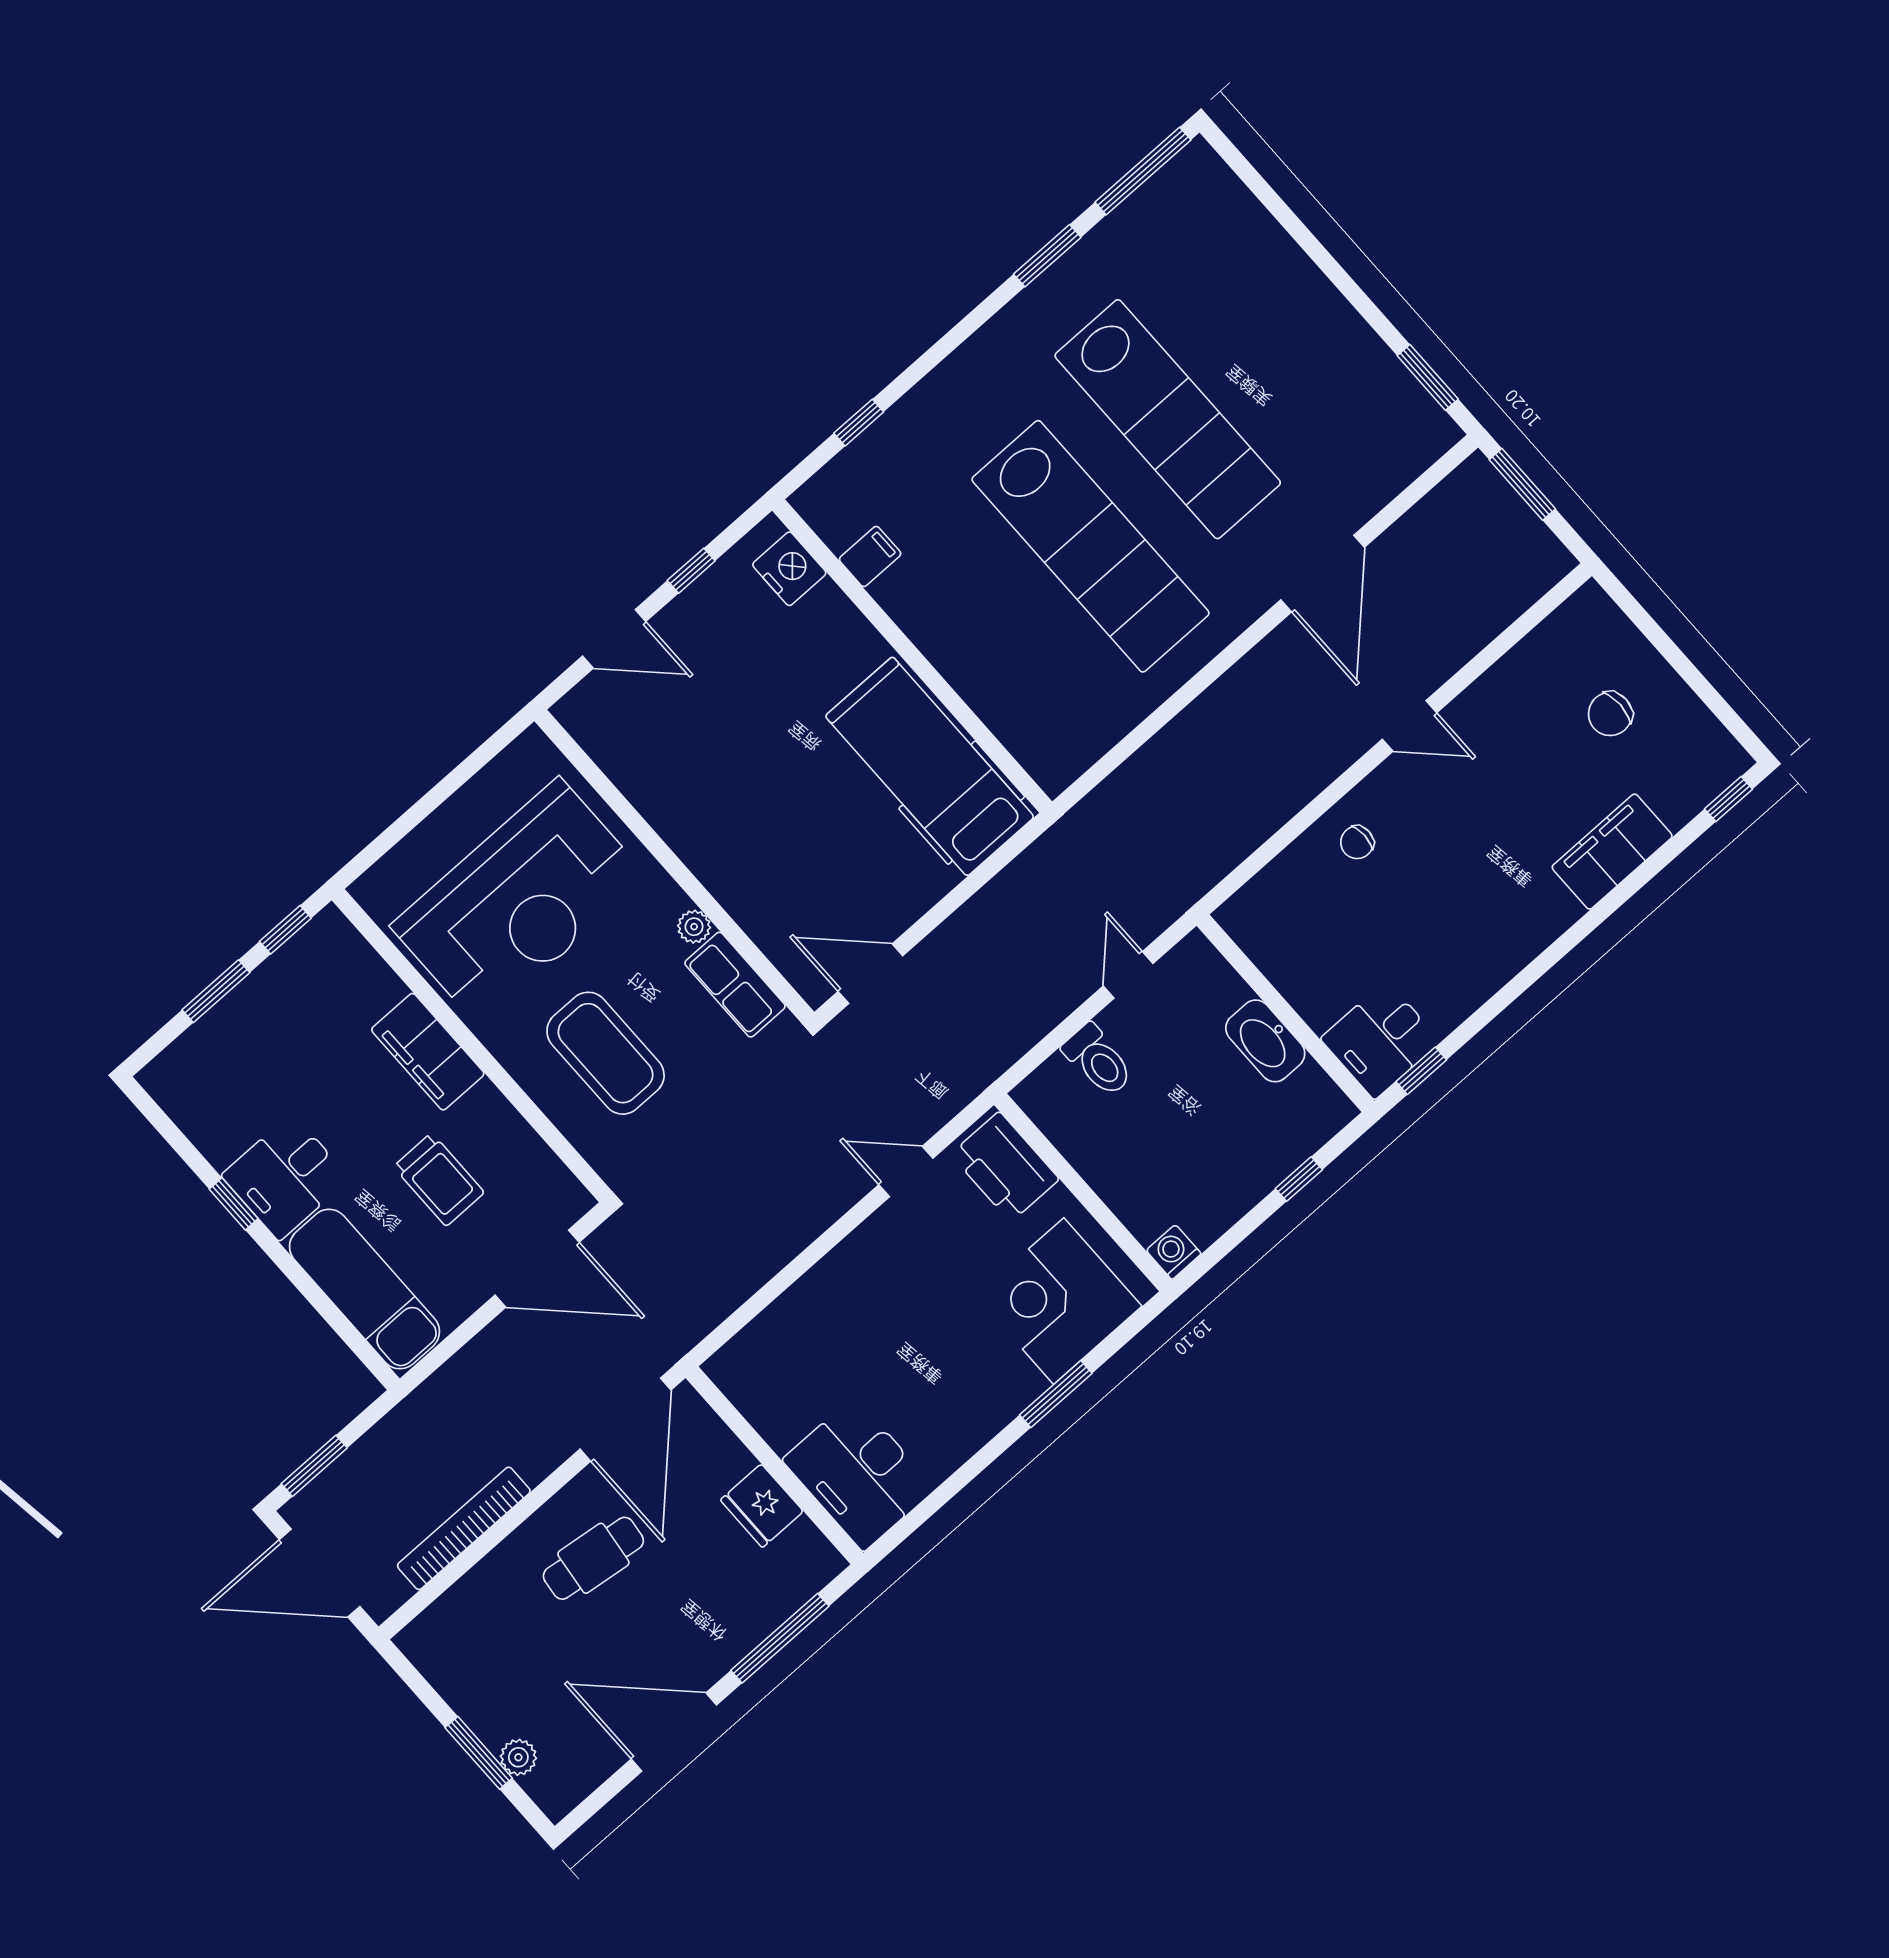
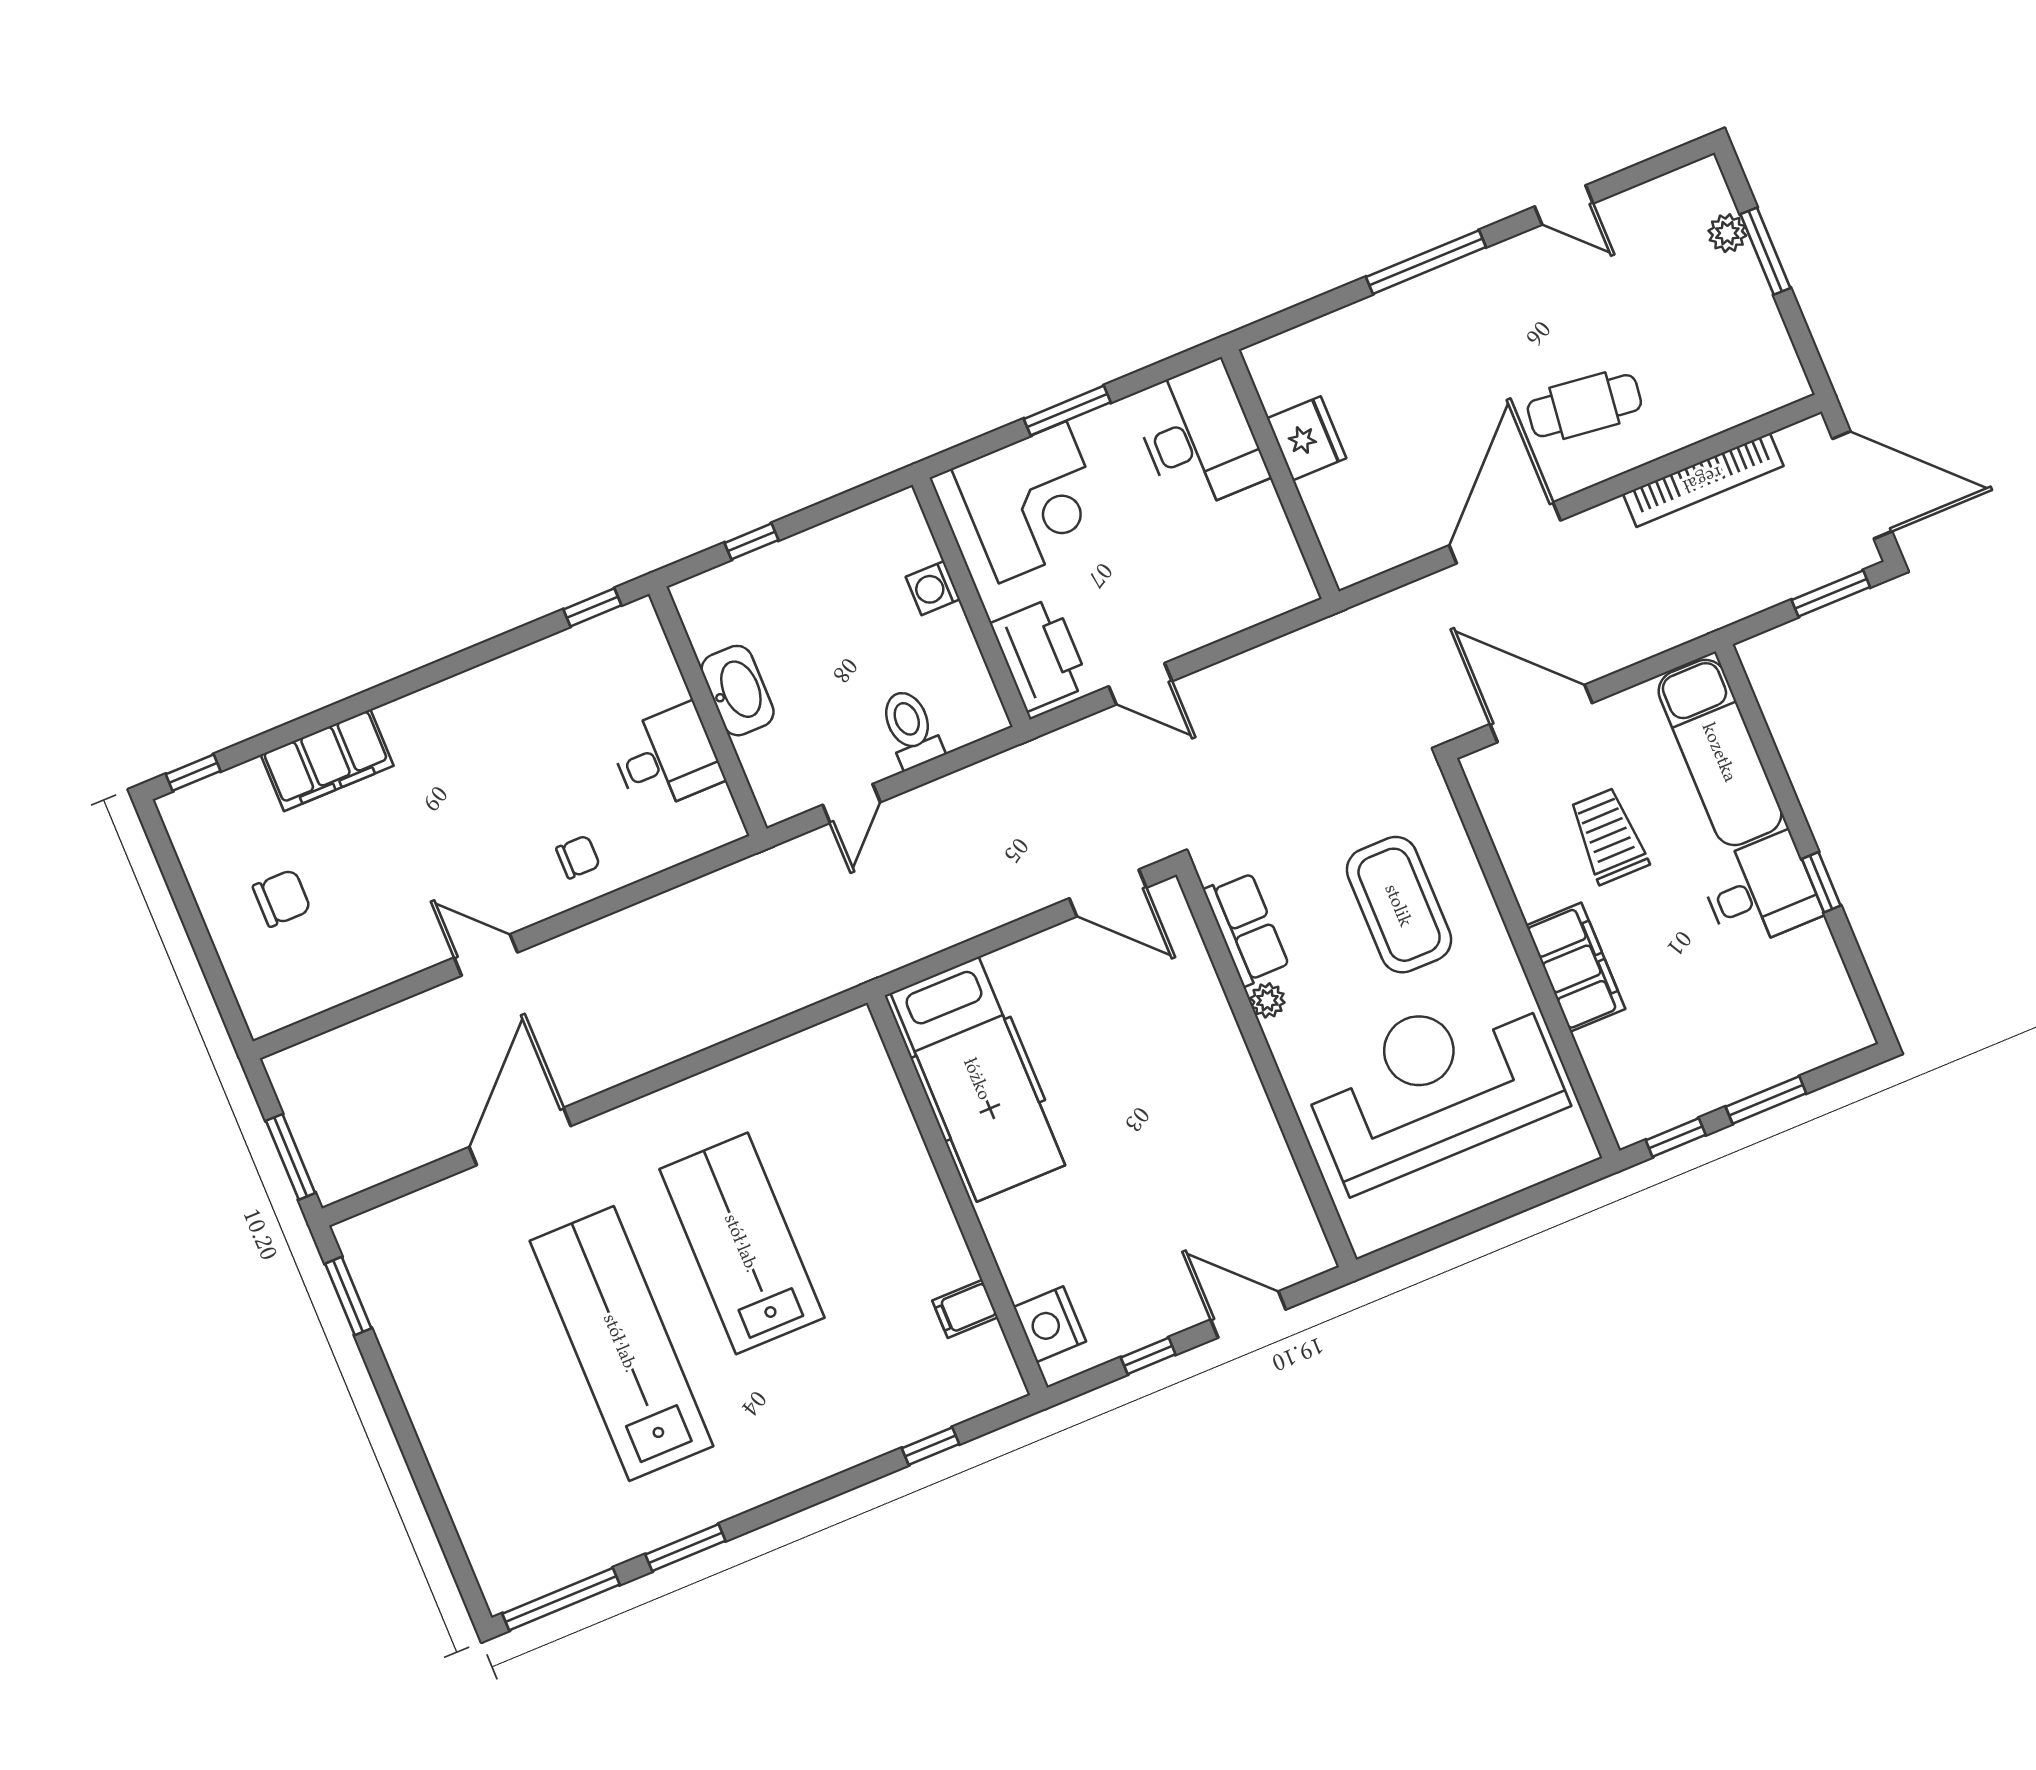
lab bench: (1090, 546) -> (742, 1243), width x0.73
desk: (1380, 1040) -> (666, 758), moved
washing machine: (1174, 1252) -> (933, 588), moved, turned 90
wall: (774, 1465) -> (1280, 474), moved
desk: (859, 1474) -> (1199, 437), moved
fridge: (762, 1506) -> (1307, 438), moved
door: (674, 1732) -> (1564, 205), width x0.53

